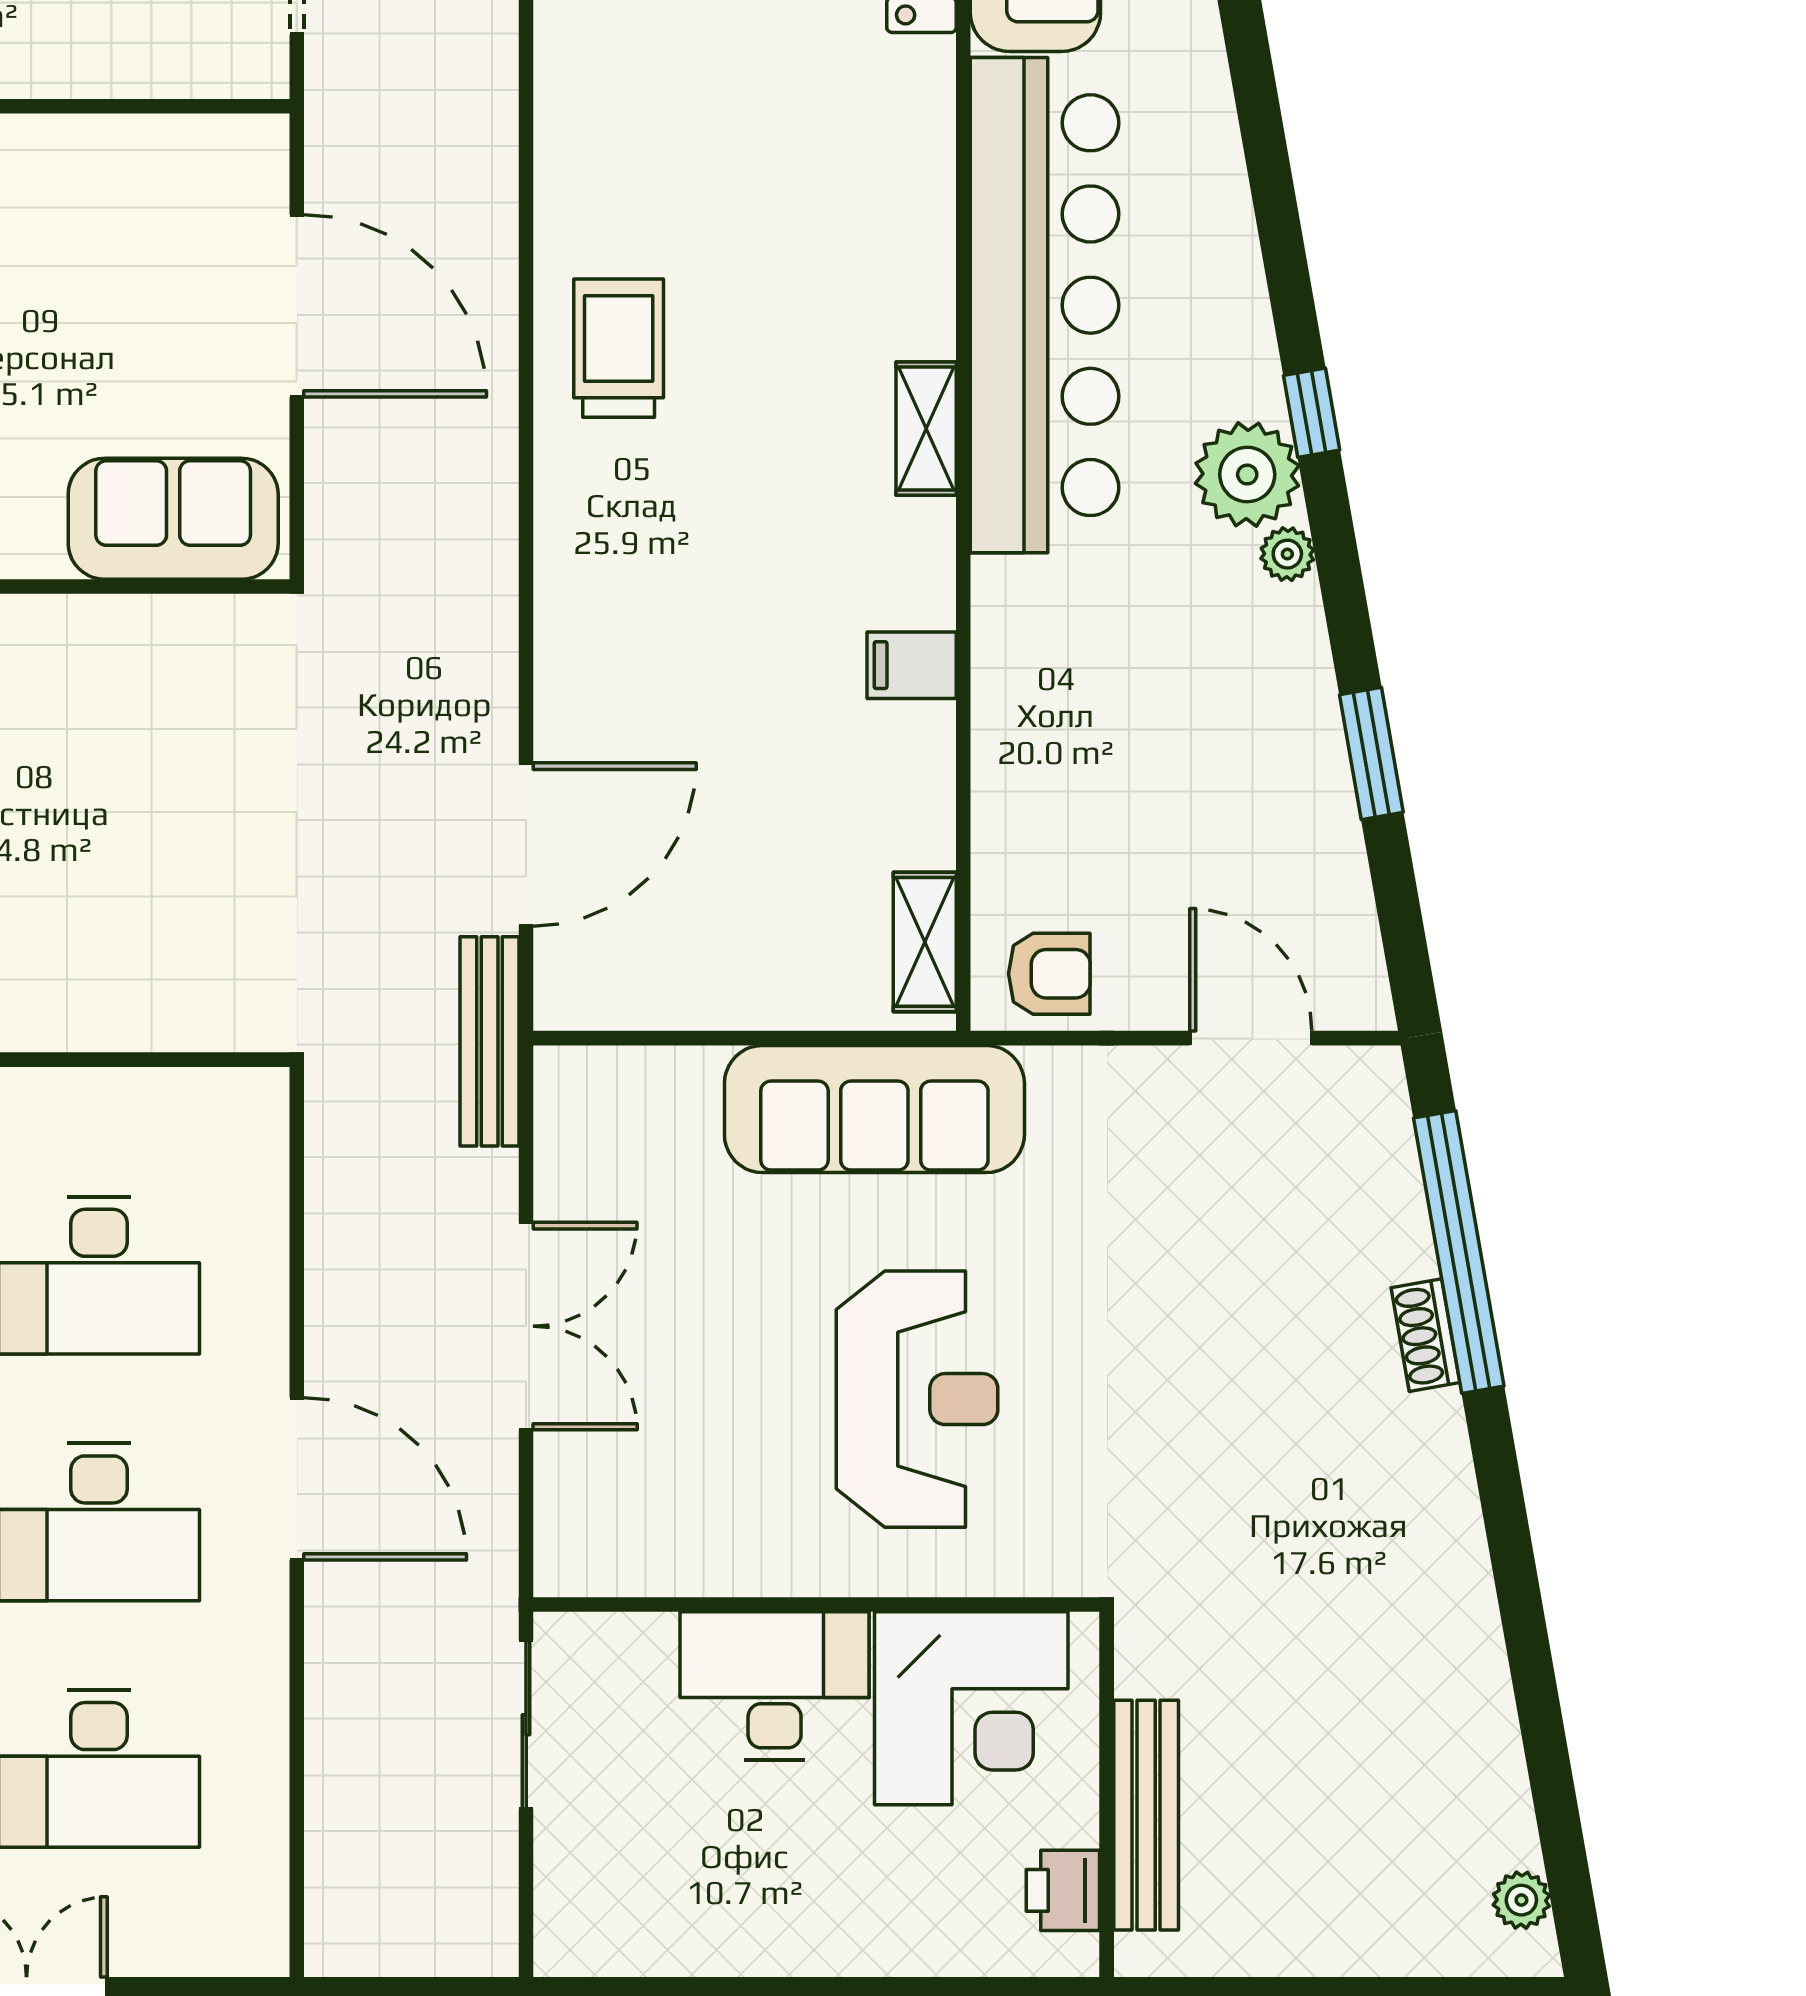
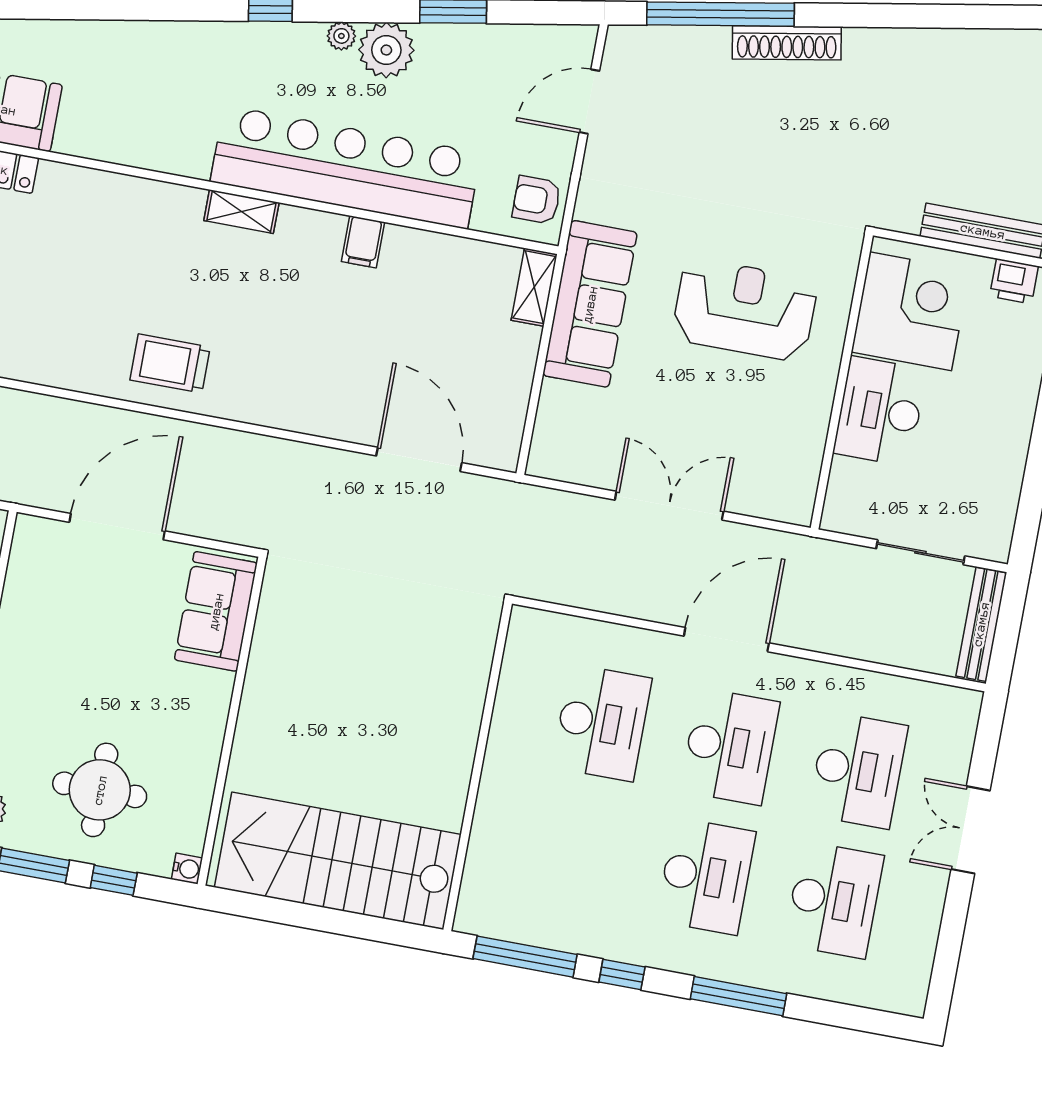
bar counter: (1045, 305) -> (346, 167), moved
plant: (1247, 475) -> (386, 50), moved
shelving: (925, 942) -> (534, 287), moved, turned 90
armchair: (1049, 974) -> (537, 200), turned -90
bench: (490, 1041) -> (981, 624), moved, turned 90
shoe rack: (1425, 1335) -> (787, 43), width x1.94, depth x1.24
sliding door: (526, 1725) -> (920, 552), moved

